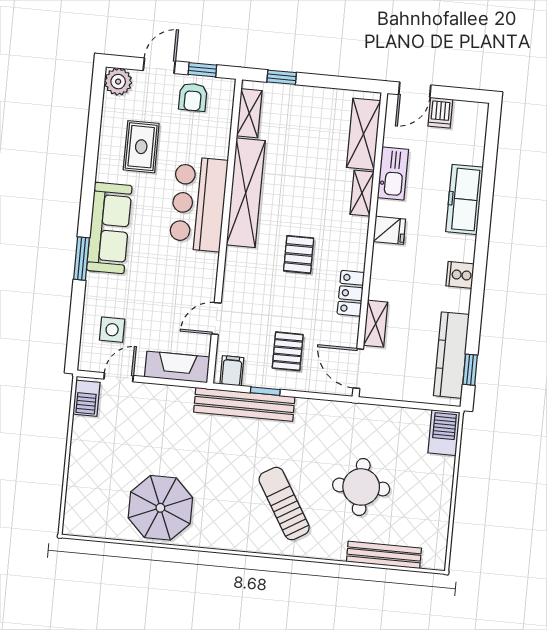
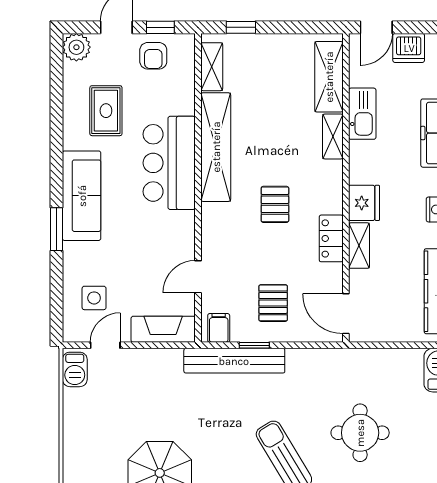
dishwasher: (440, 113) -> (409, 48), width x1.38
fridge: (389, 230) -> (364, 203), moved, width x1.38
shelving: (376, 324) -> (359, 246), moved

